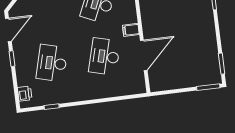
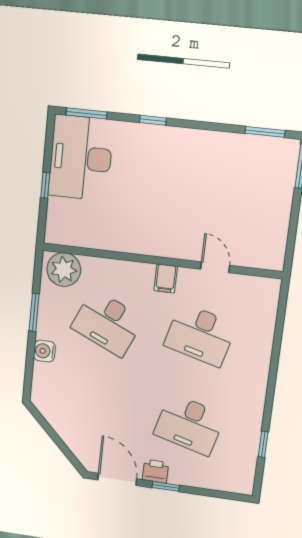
door: (144, 55) -> (215, 267), width x0.53
printer: (25, 94) -> (155, 471), moved

